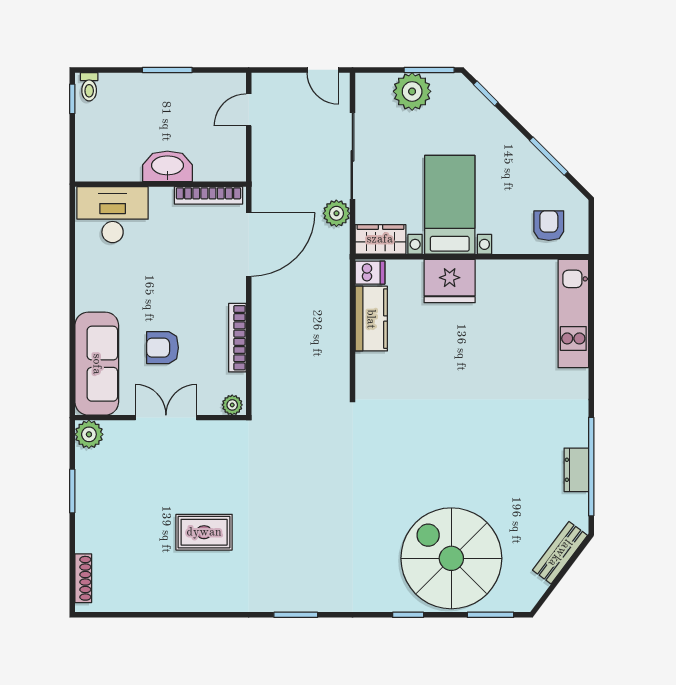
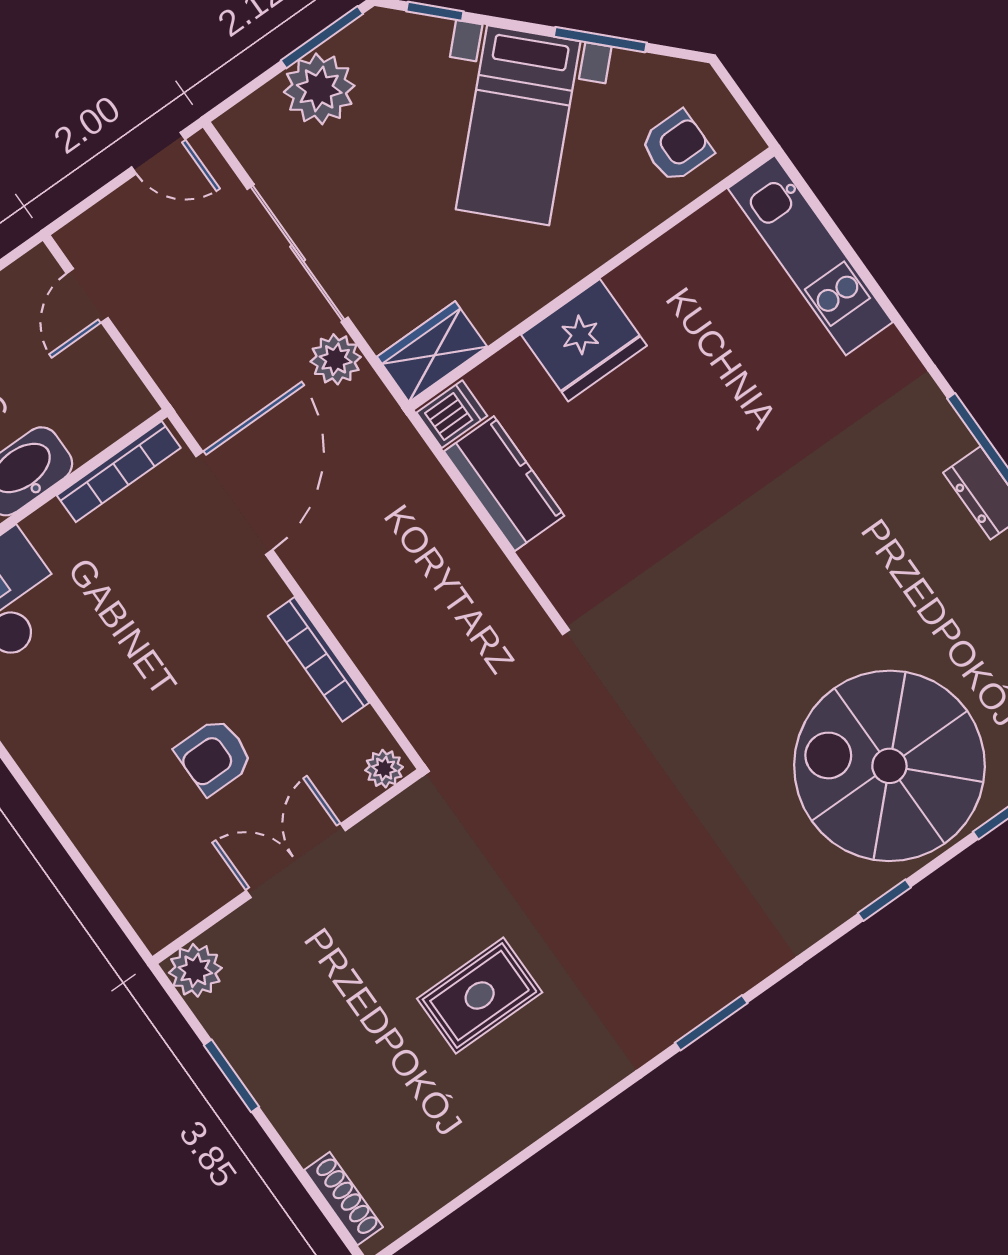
bed with nightstands: (450, 205) -> (518, 125), moved, turned -135
armchair: (549, 226) -> (677, 146), turned 90
sofa: (97, 364) -> (130, 853), removed

